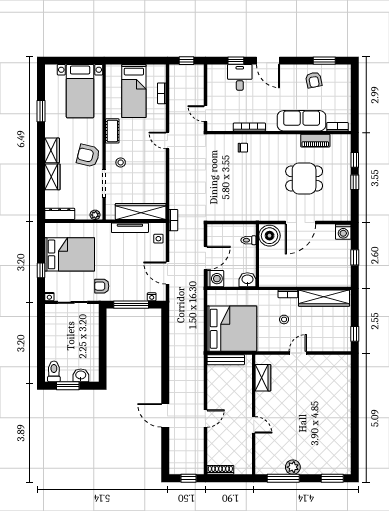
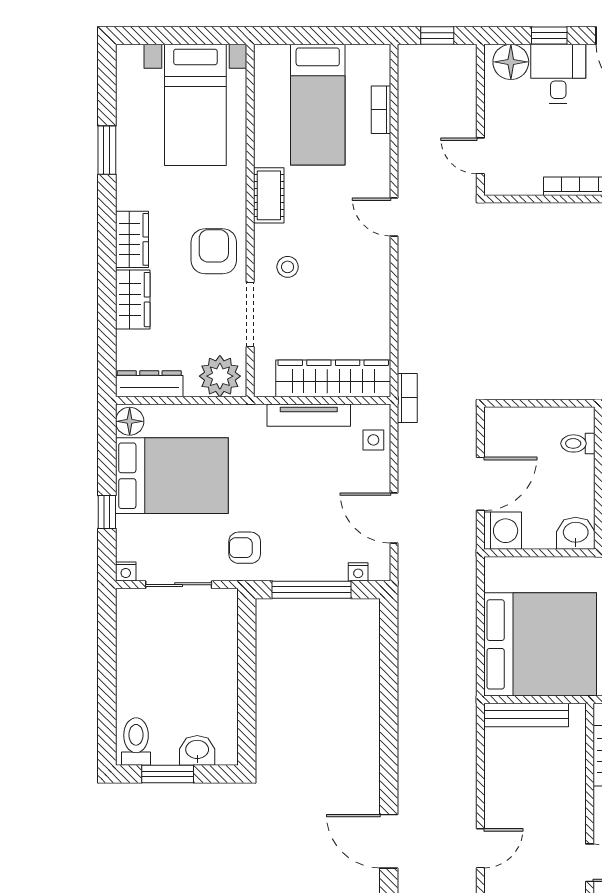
floor lamp: (219, 72) -> (511, 62), added
chair: (243, 148) -> (565, 233), removed
armchair: (88, 156) -> (214, 251), turned 76
plant: (95, 215) -> (220, 376), width x1.88, depth x1.88
floor lamp: (51, 230) -> (130, 421), added

